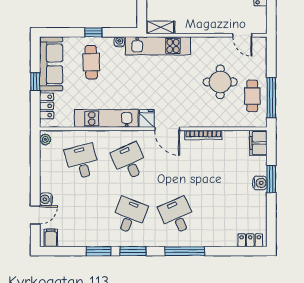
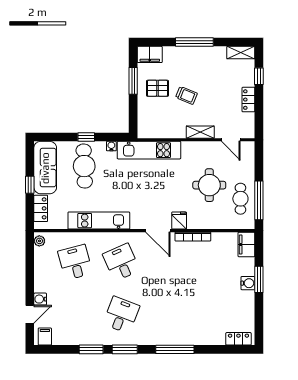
shelving: (160, 27) -> (200, 132), moved
cafe table: (91, 62) -> (84, 166), width x1.37, depth x1.35
fridge: (147, 118) -> (179, 221), moved
desk: (177, 216) -> (167, 315), removed

